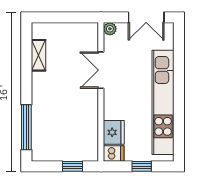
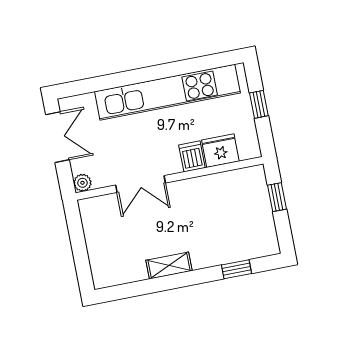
shelving: (39, 55) -> (169, 265), moved
window: (26, 127) -> (237, 269), width x0.46
dishwasher: (114, 153) -> (192, 156), moved

